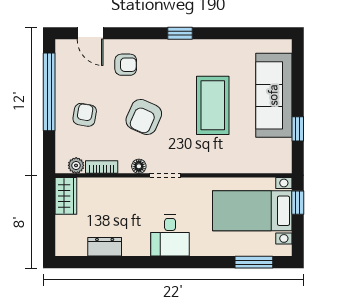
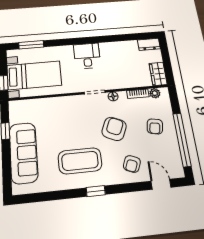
armchair: (126, 65) -> (132, 164), turned -68
coffee table: (213, 105) -> (80, 161), moved, turned 90
dresser: (105, 247) -> (149, 44), moved

